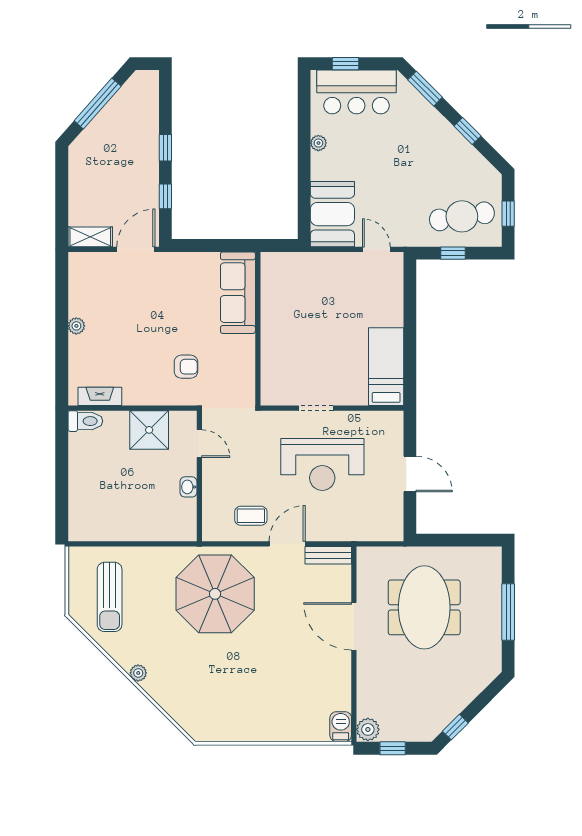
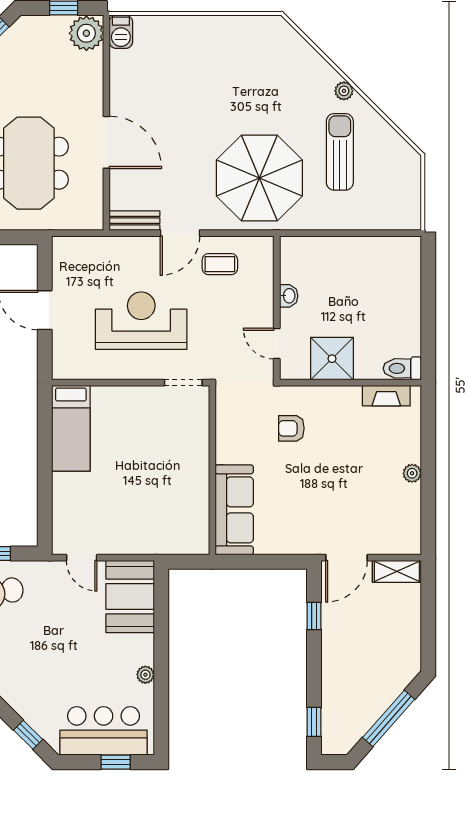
window: (425, 89) -> (28, 735), width x0.67
window: (165, 148) -> (314, 722), moved
doorway: (316, 408) -> (183, 383), moved
sun lounger: (110, 597) -> (340, 152), moved
plant: (368, 729) -> (86, 33), width x1.36, depth x1.36

